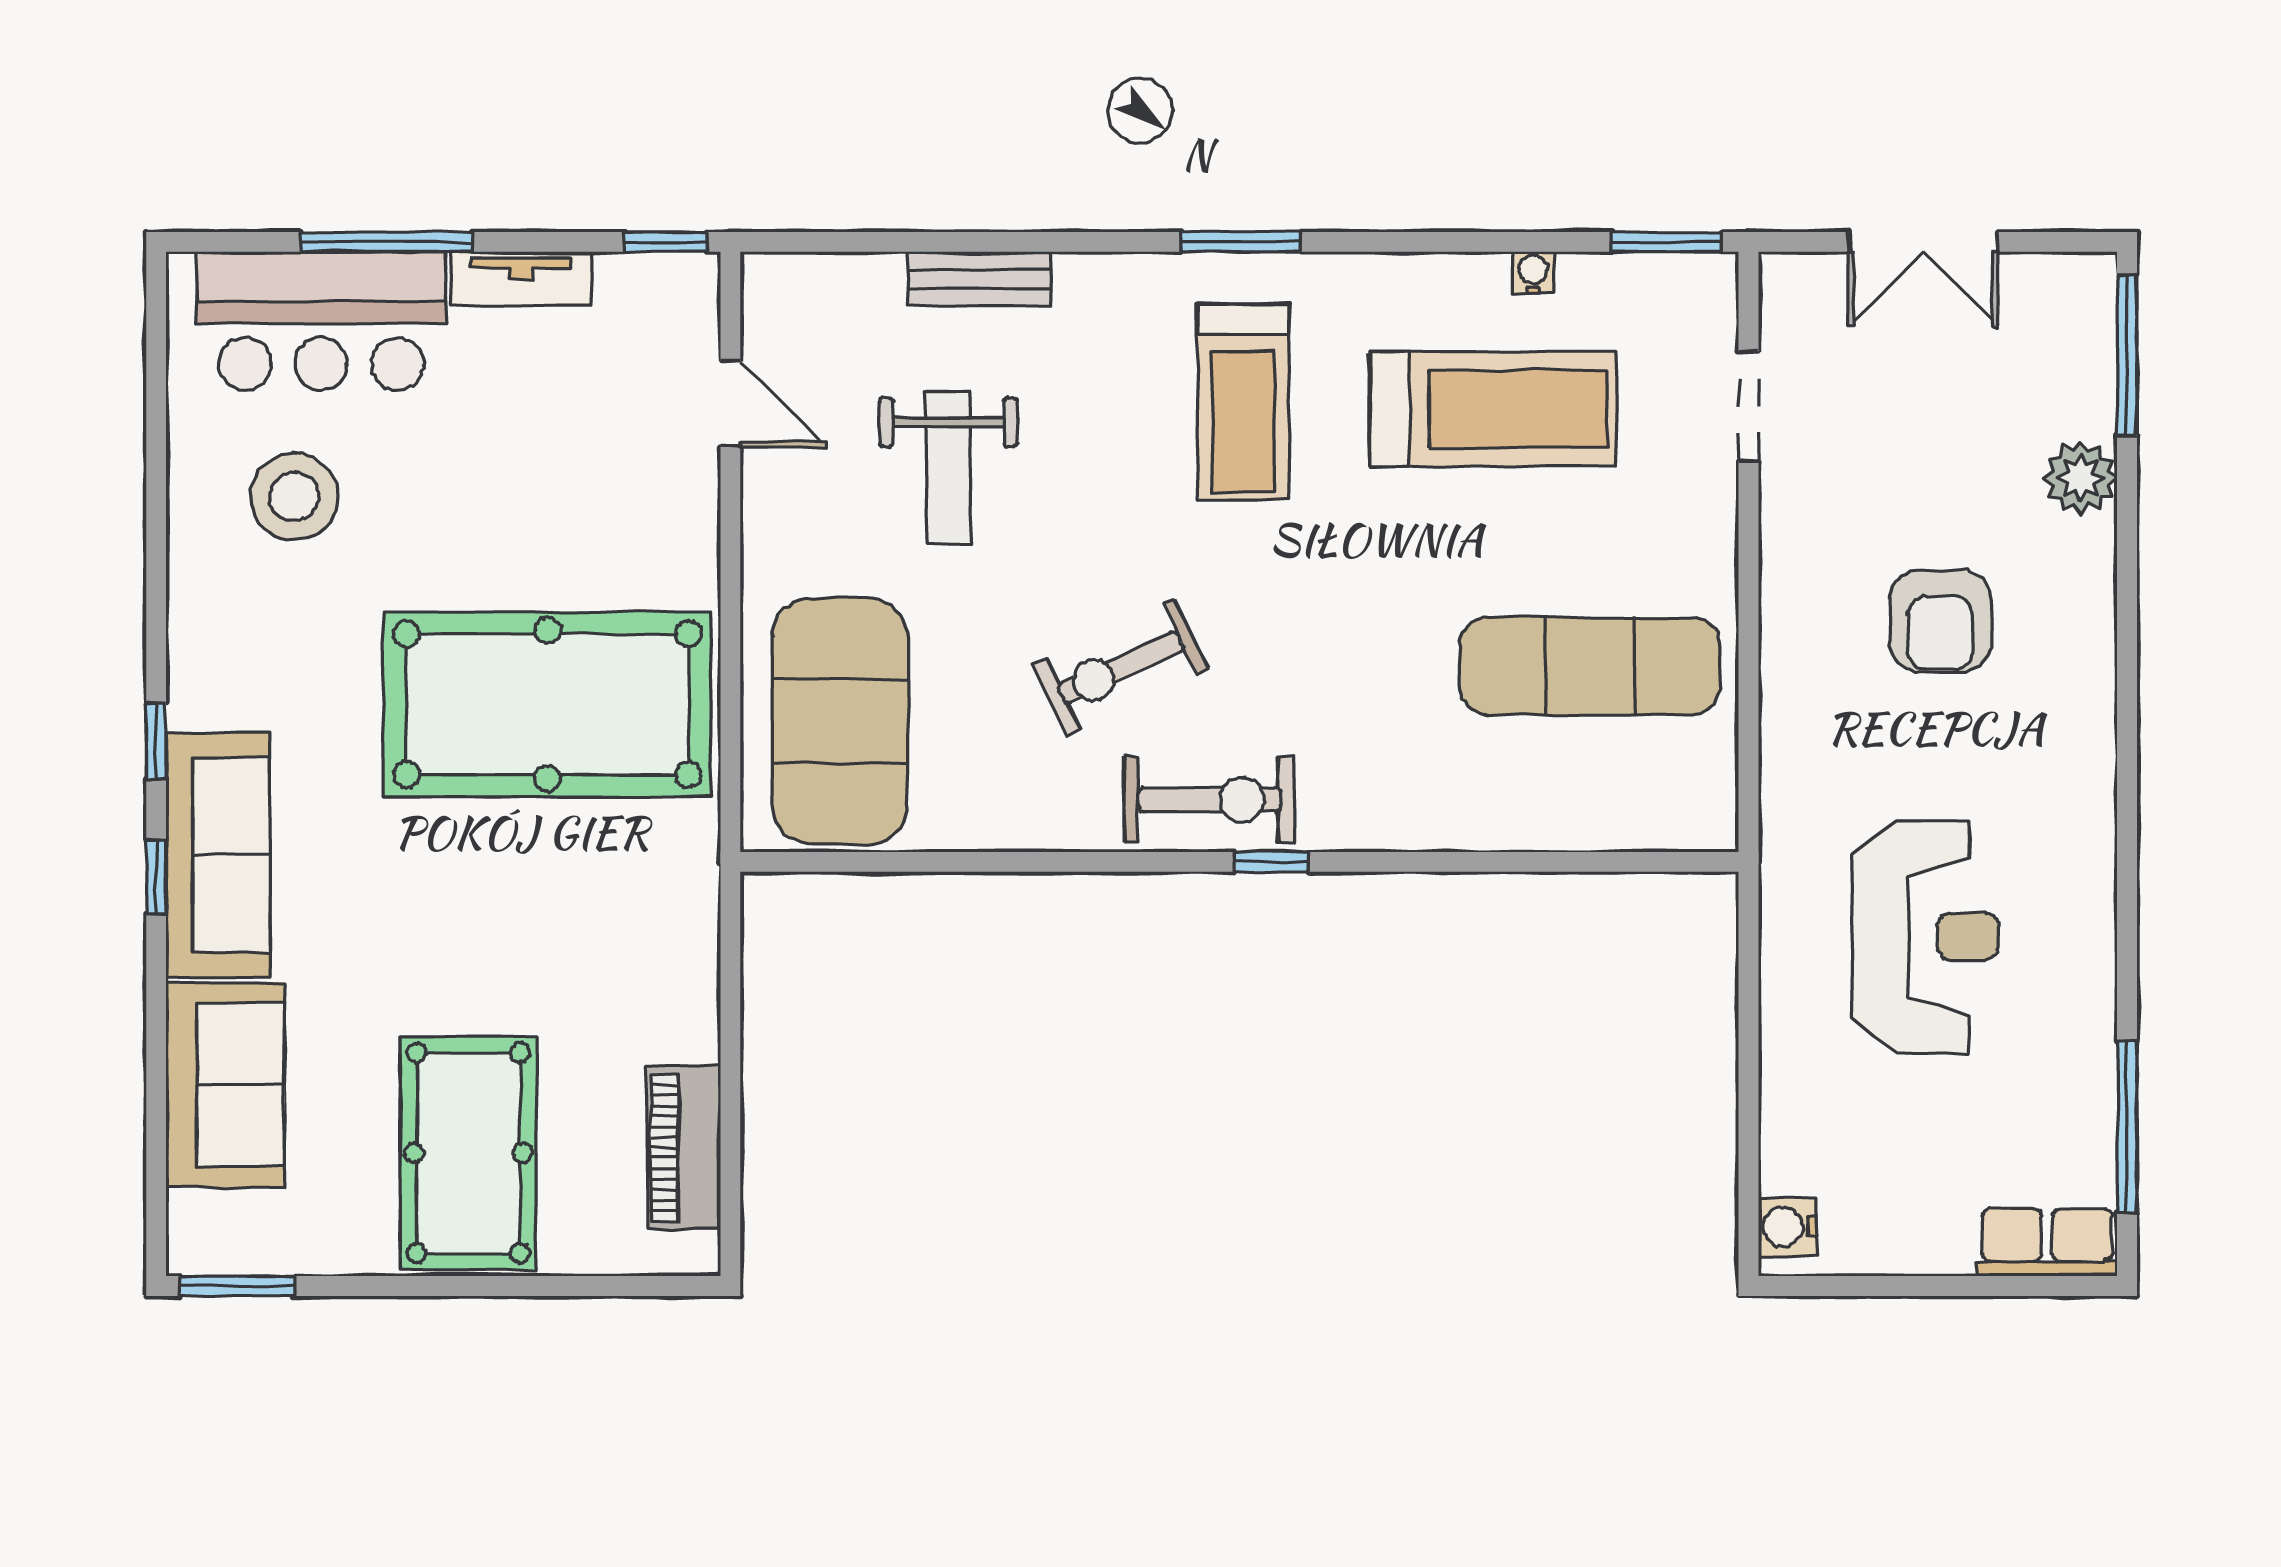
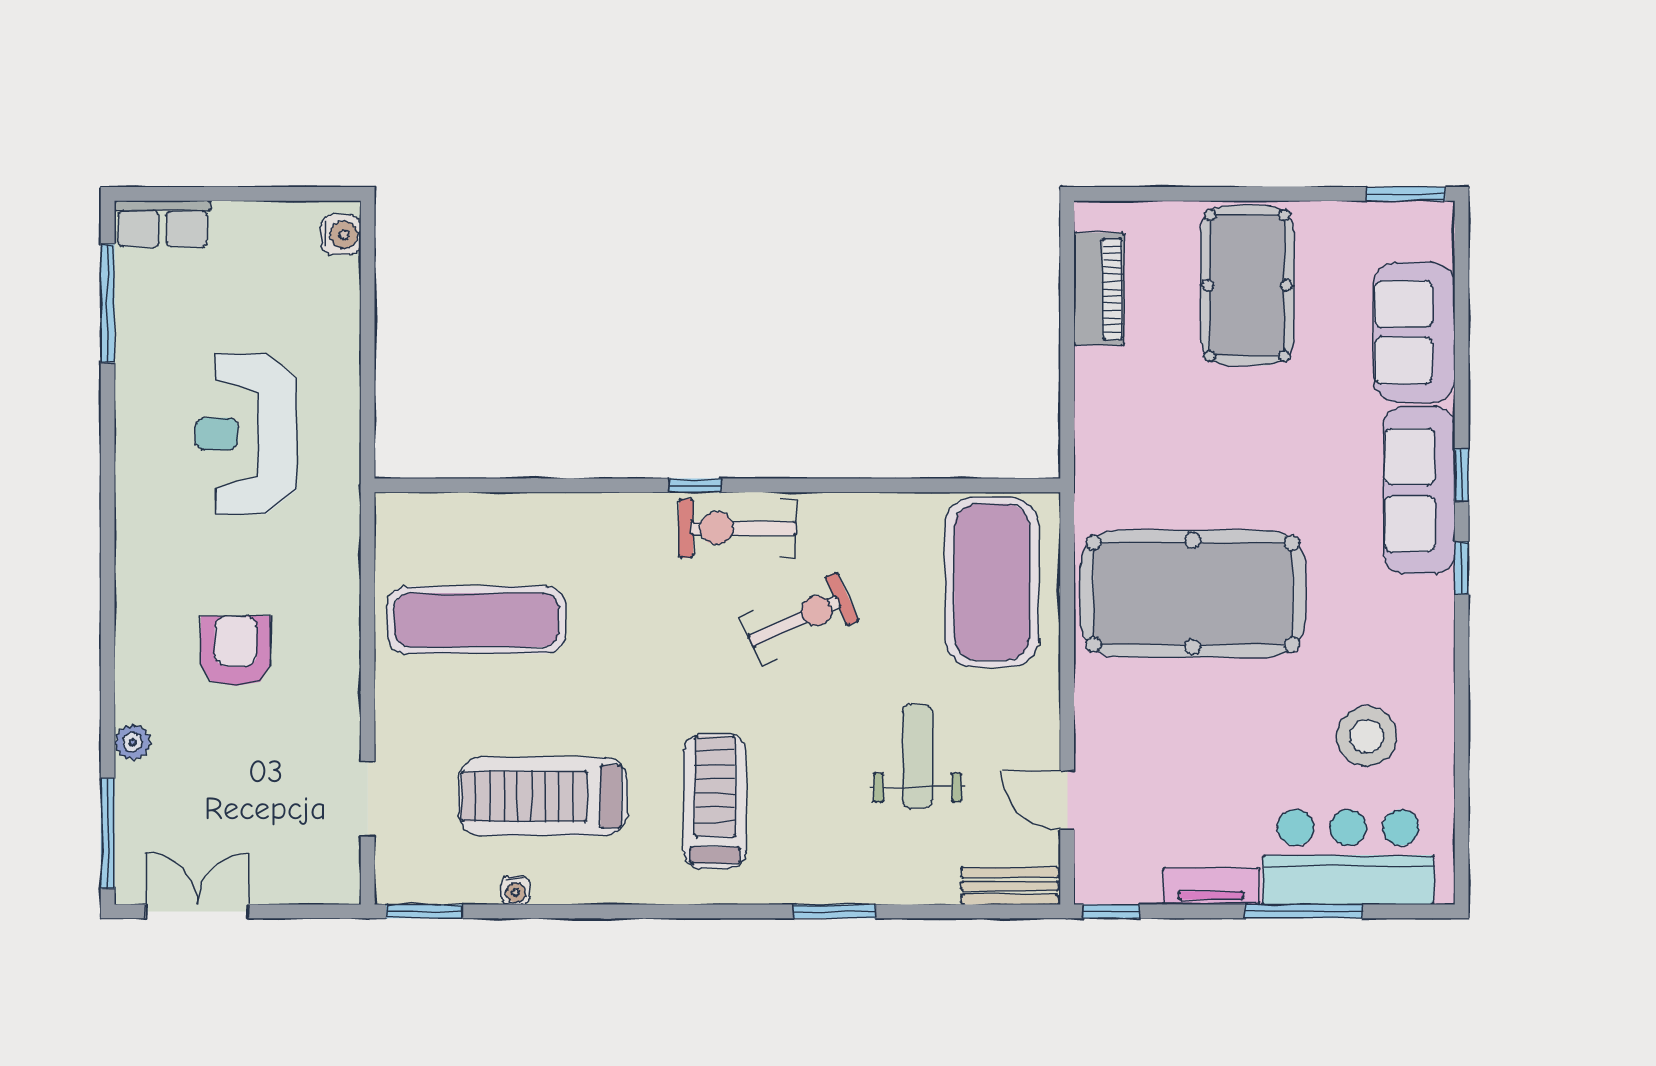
window: (1241, 242) -> (834, 911), moved
double door: (1923, 242) -> (197, 911), moved
bench: (979, 279) -> (1010, 886), moved
plant: (2081, 478) -> (133, 742), width x0.73, depth x0.73

